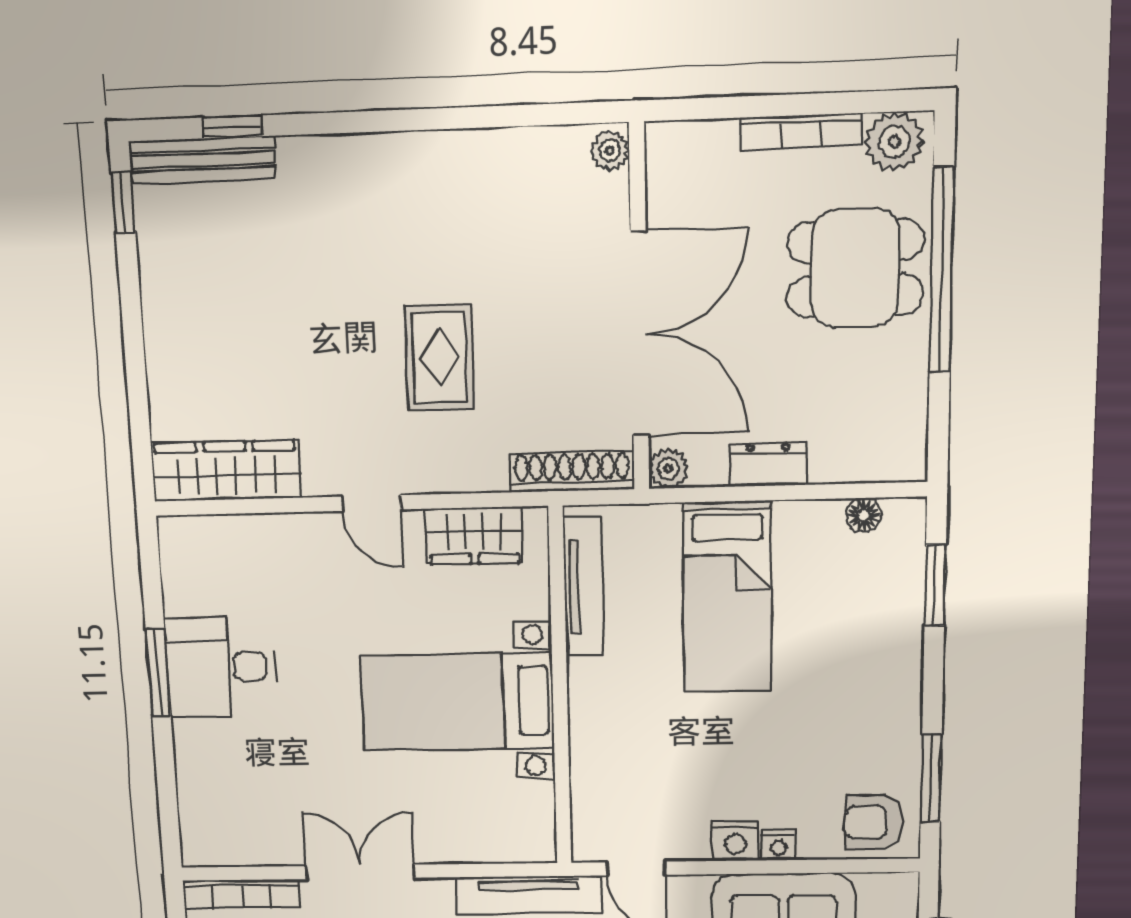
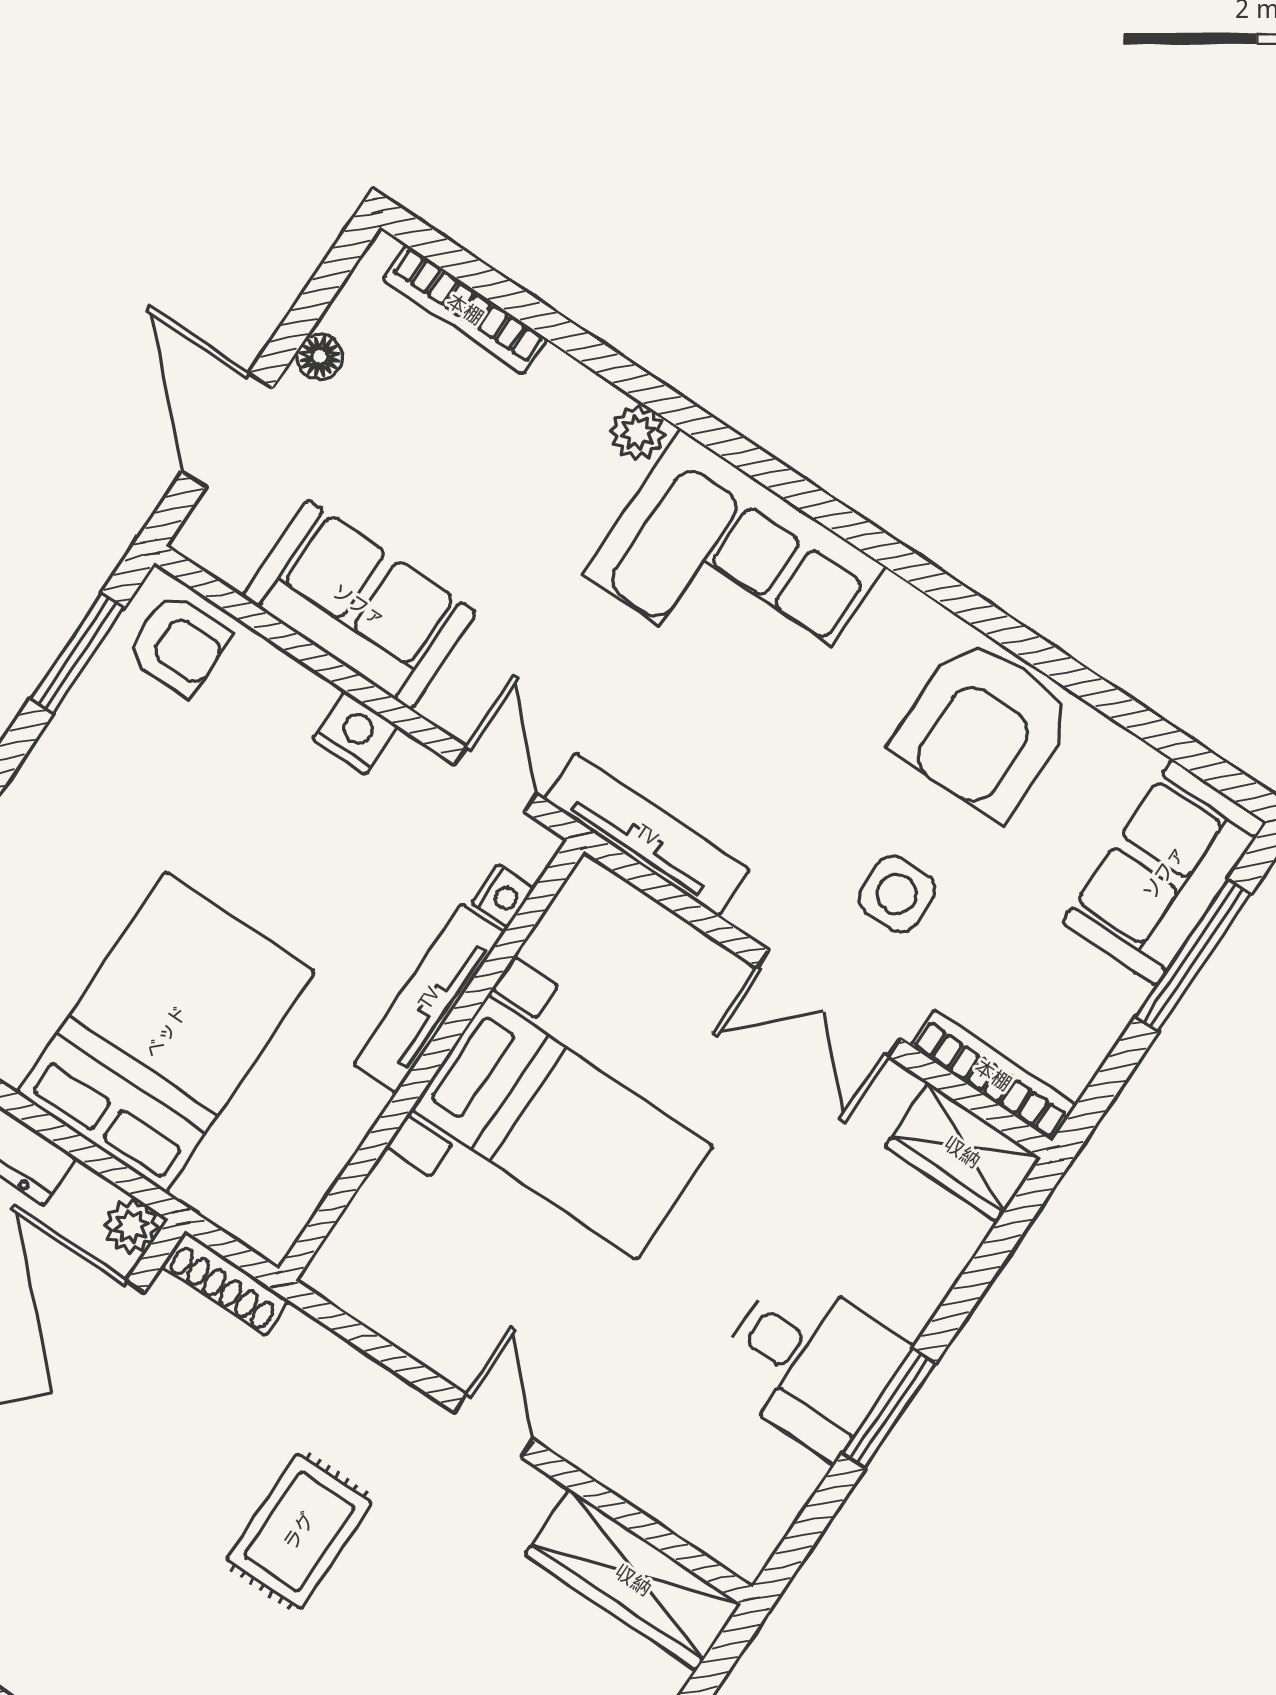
shoe rack: (572, 472) -> (226, 1283), width x0.74, depth x0.81
wardrobe: (474, 536) -> (962, 1152), moved, turned 180
tv unit: (583, 587) -> (429, 998), moved
bed: (727, 597) -> (166, 1032), width x1.50
nightstand: (778, 845) -> (503, 896), moved, turned 90

